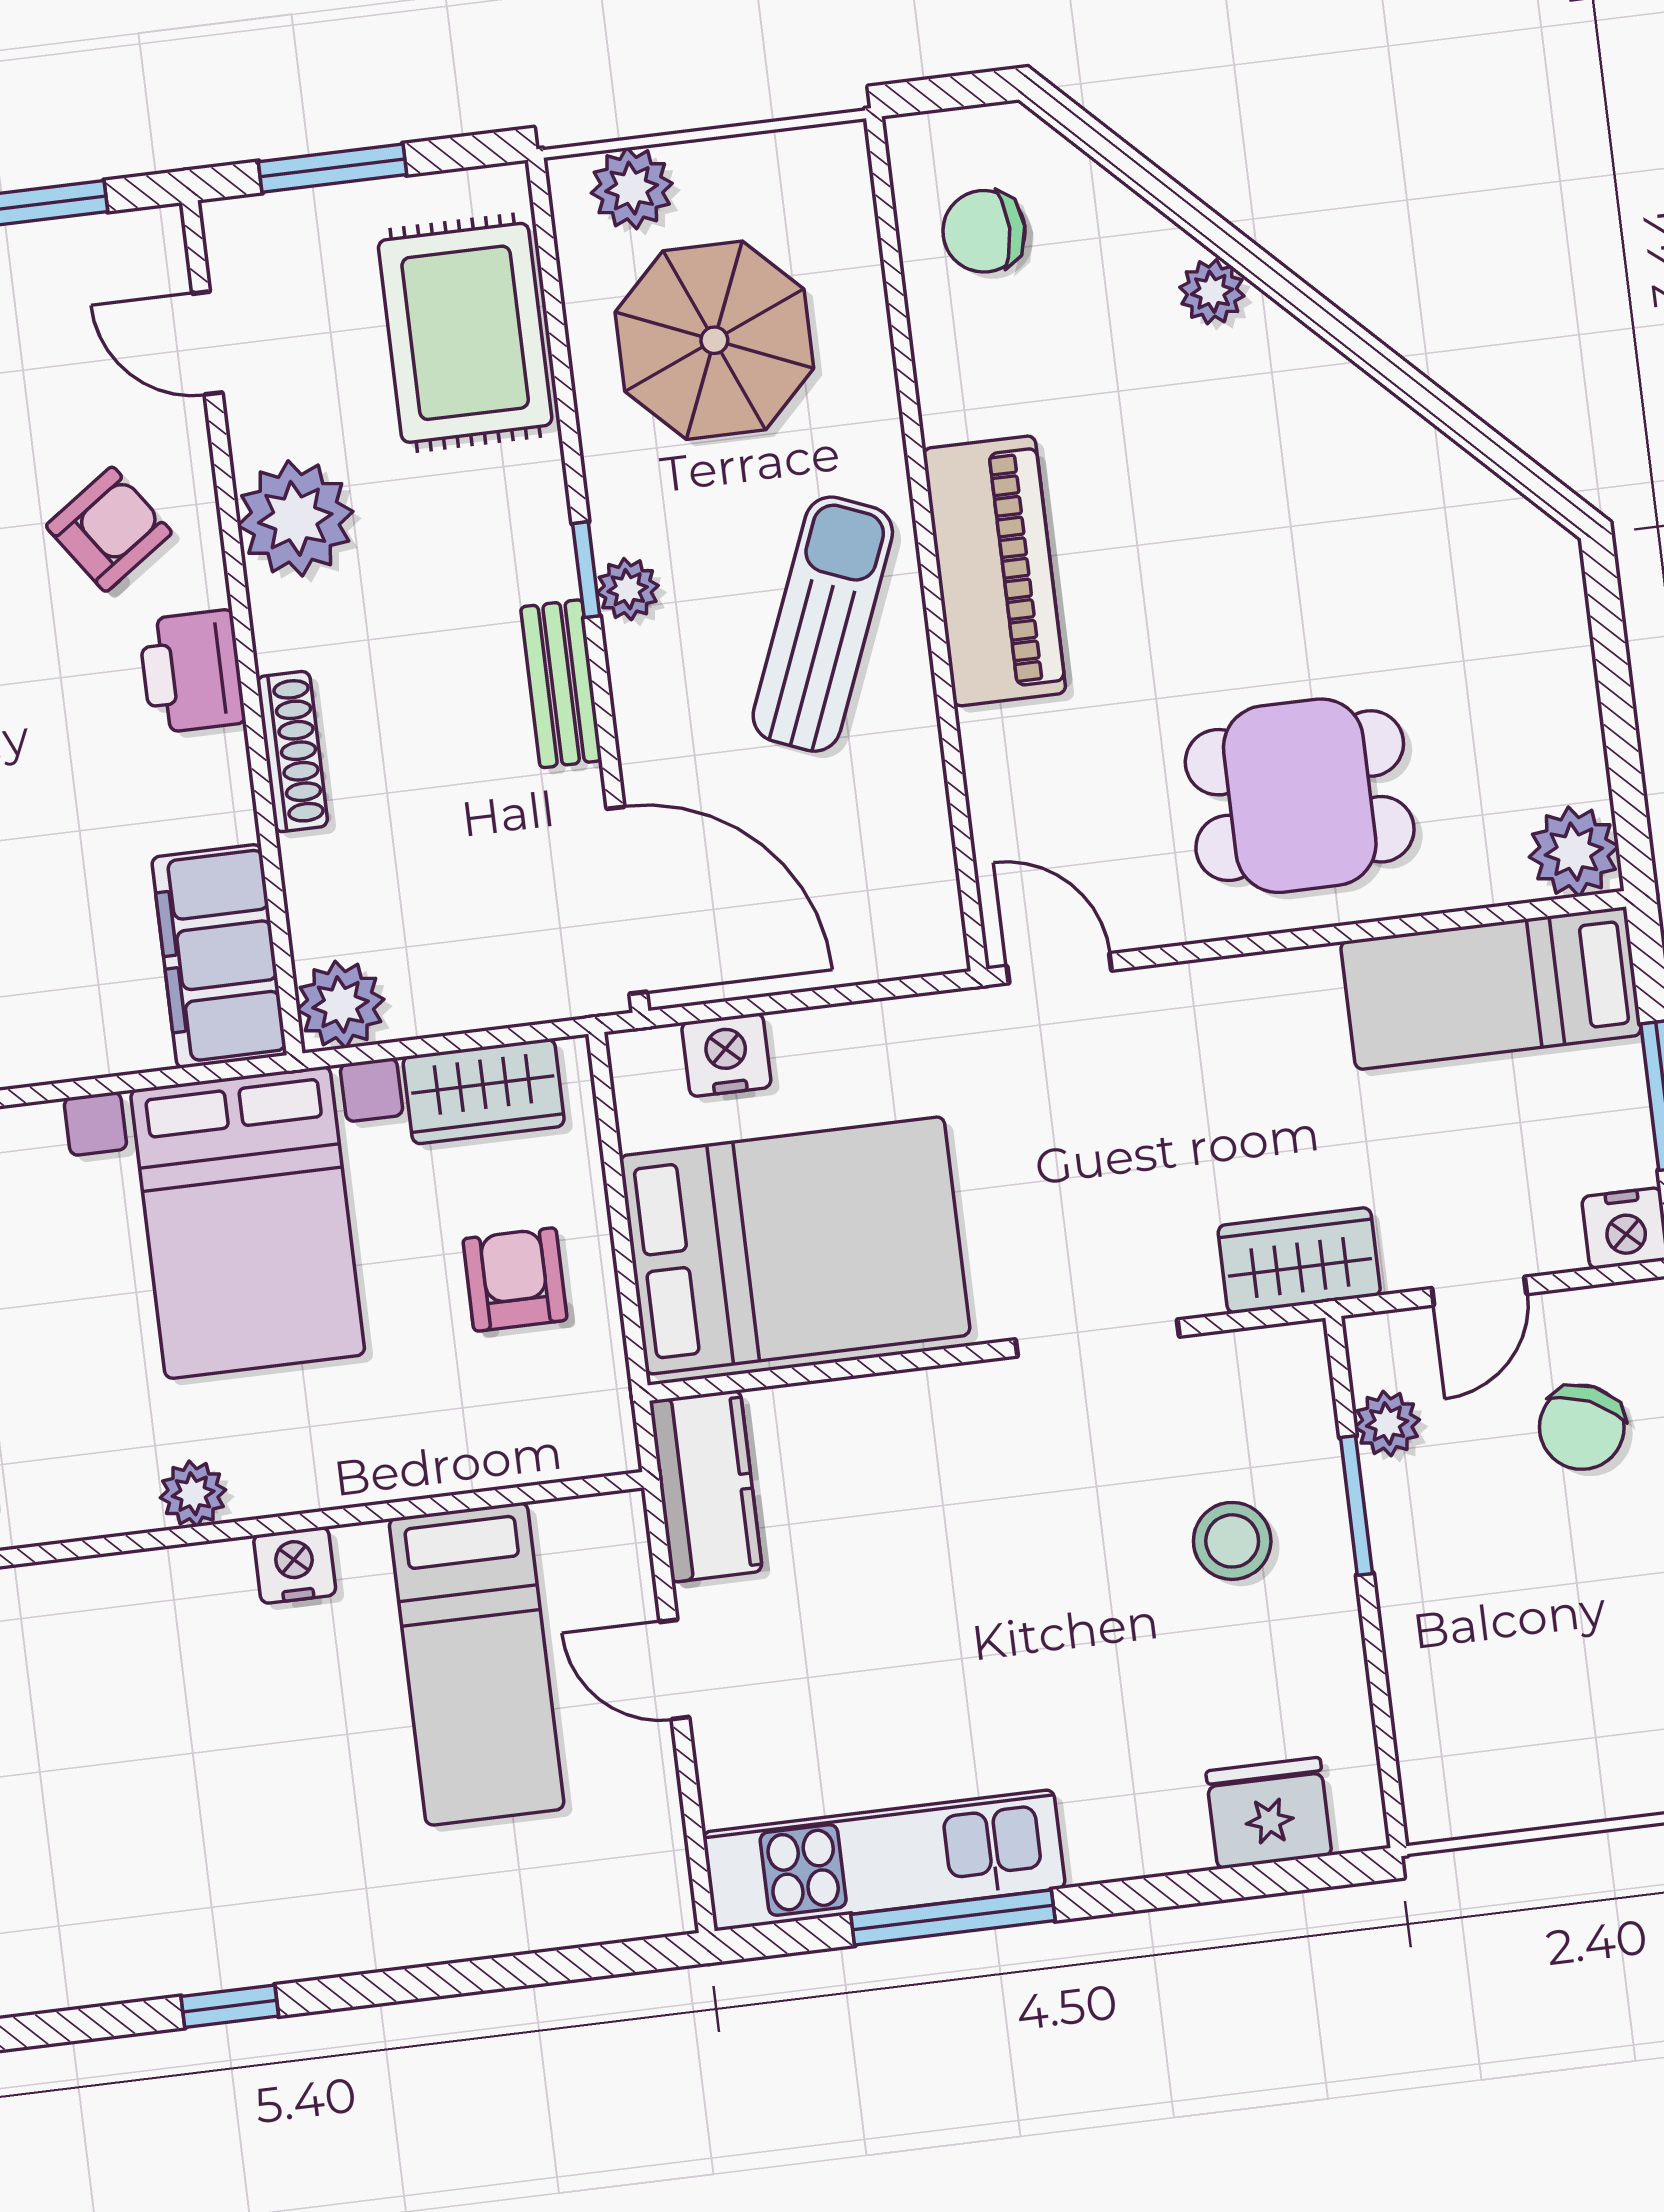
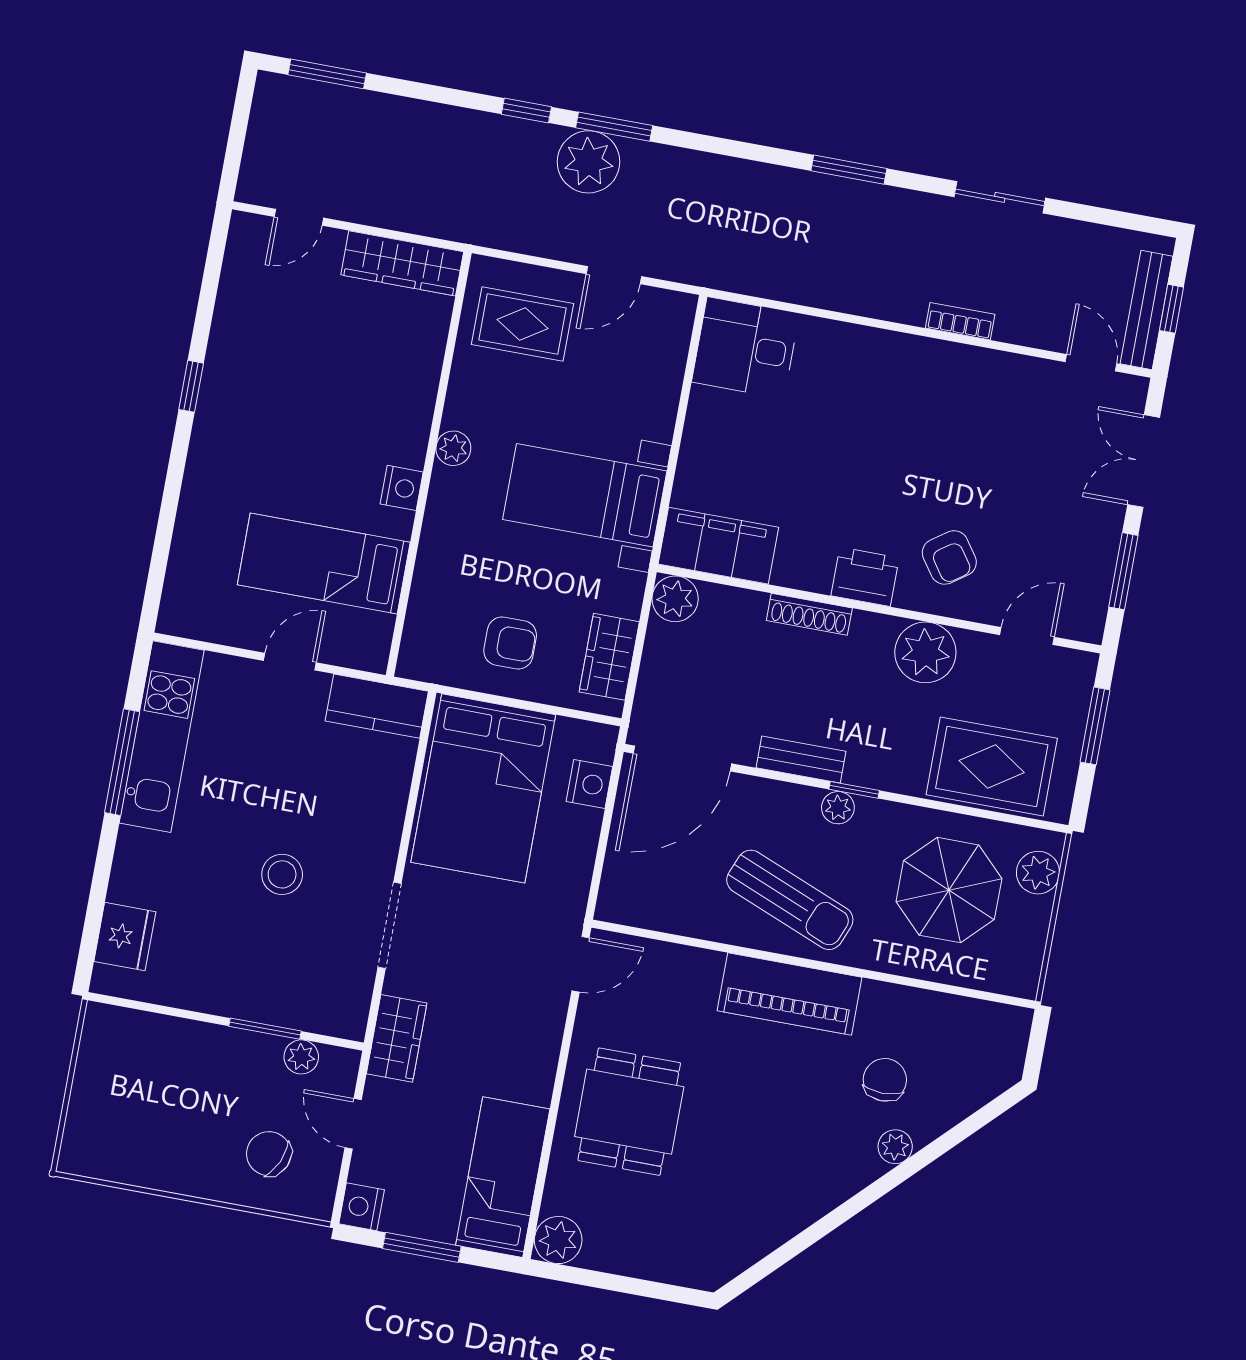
chair: (984, 231) -> (885, 1080), moved
bed with nightstands: (248, 1222) -> (585, 495), width x0.73
stool: (1232, 1541) -> (282, 874), moved

